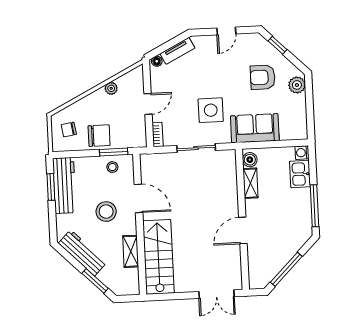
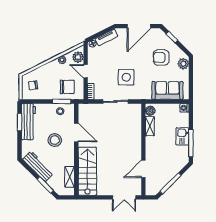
door: (226, 31) -> (139, 26), width x1.88
plant: (135, 83) -> (78, 57), added
door: (148, 104) -> (86, 71), swing flipped
sofa: (255, 128) -> (167, 90), moved
chair: (99, 136) -> (67, 87), moved
kitchen sink: (300, 174) -> (182, 136), moved
door: (243, 230) -> (143, 169), moved
shelving: (131, 251) -> (70, 177), moved

